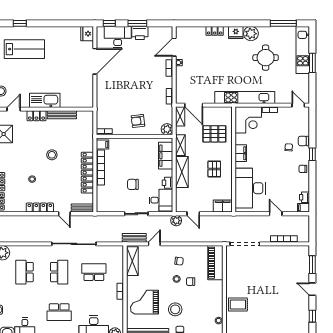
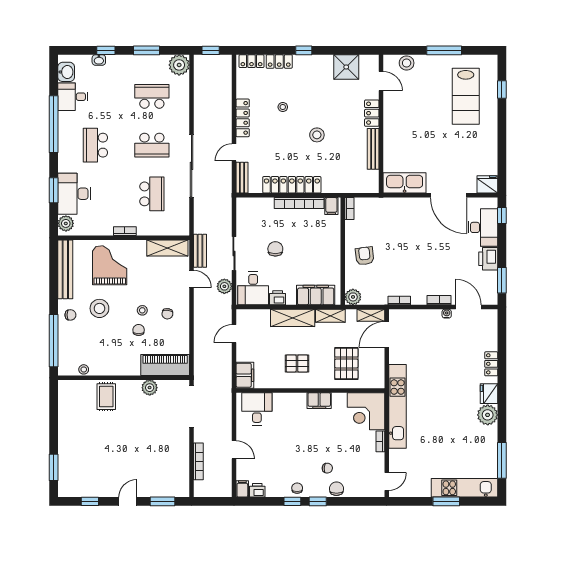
window: (137, 23) -> (502, 280), moved
round table: (266, 58) -> (454, 436), removed
kitchen sink: (45, 100) -> (405, 183), moved, turned -90
window: (312, 172) -> (292, 501), added
desk: (250, 188) -> (257, 409), width x0.53, depth x0.77
door: (276, 214) -> (234, 450), hinge flipped
plant: (176, 221) -> (224, 286), moved
plant: (231, 274) -> (150, 388), added

